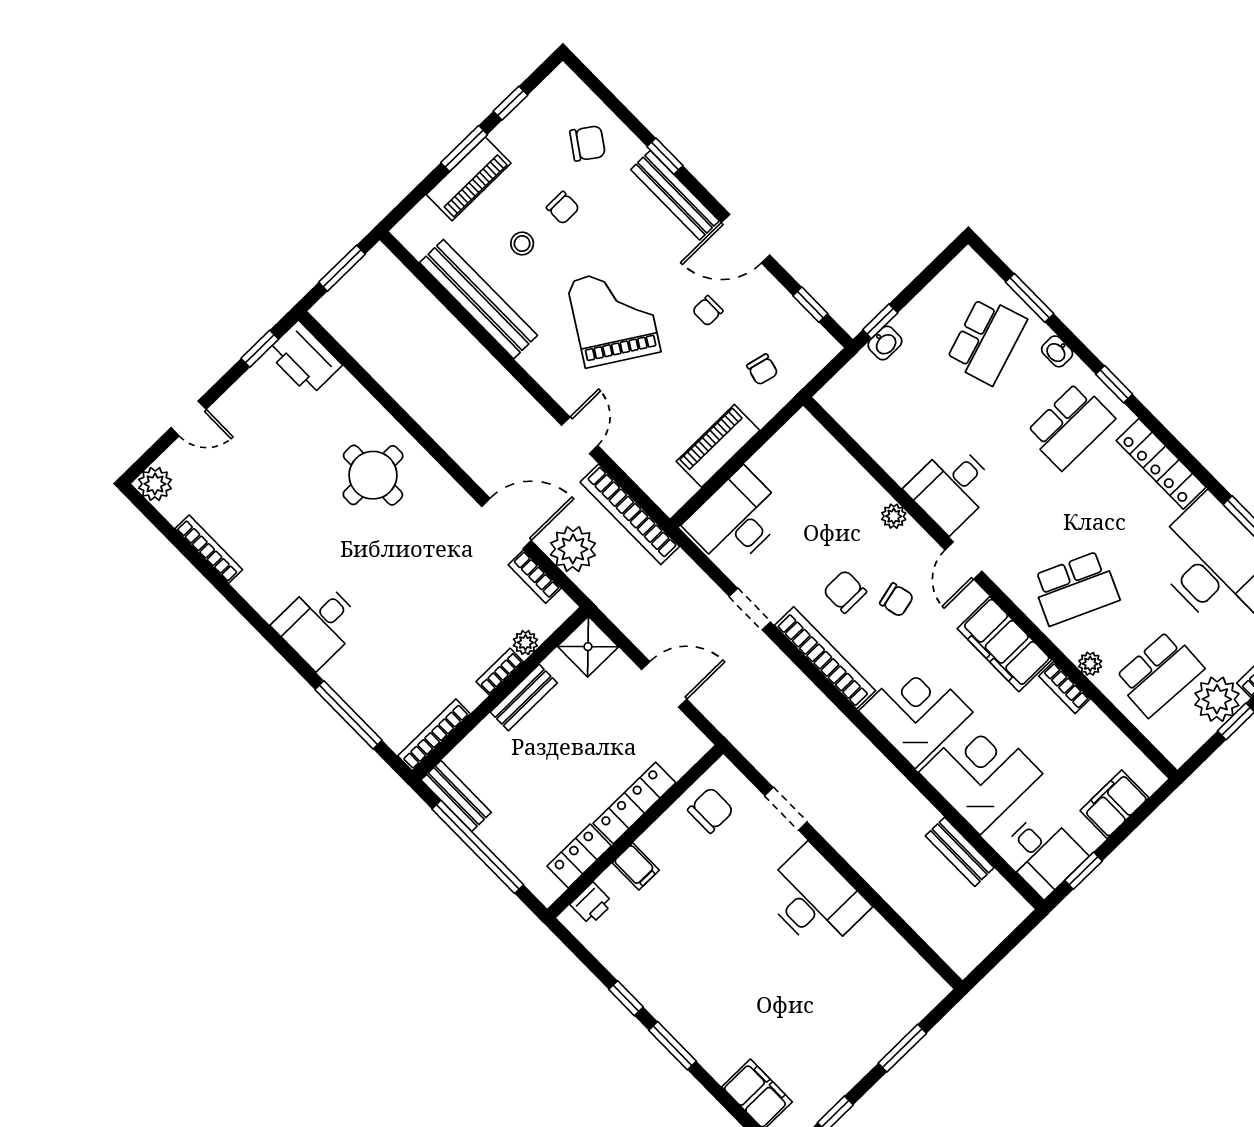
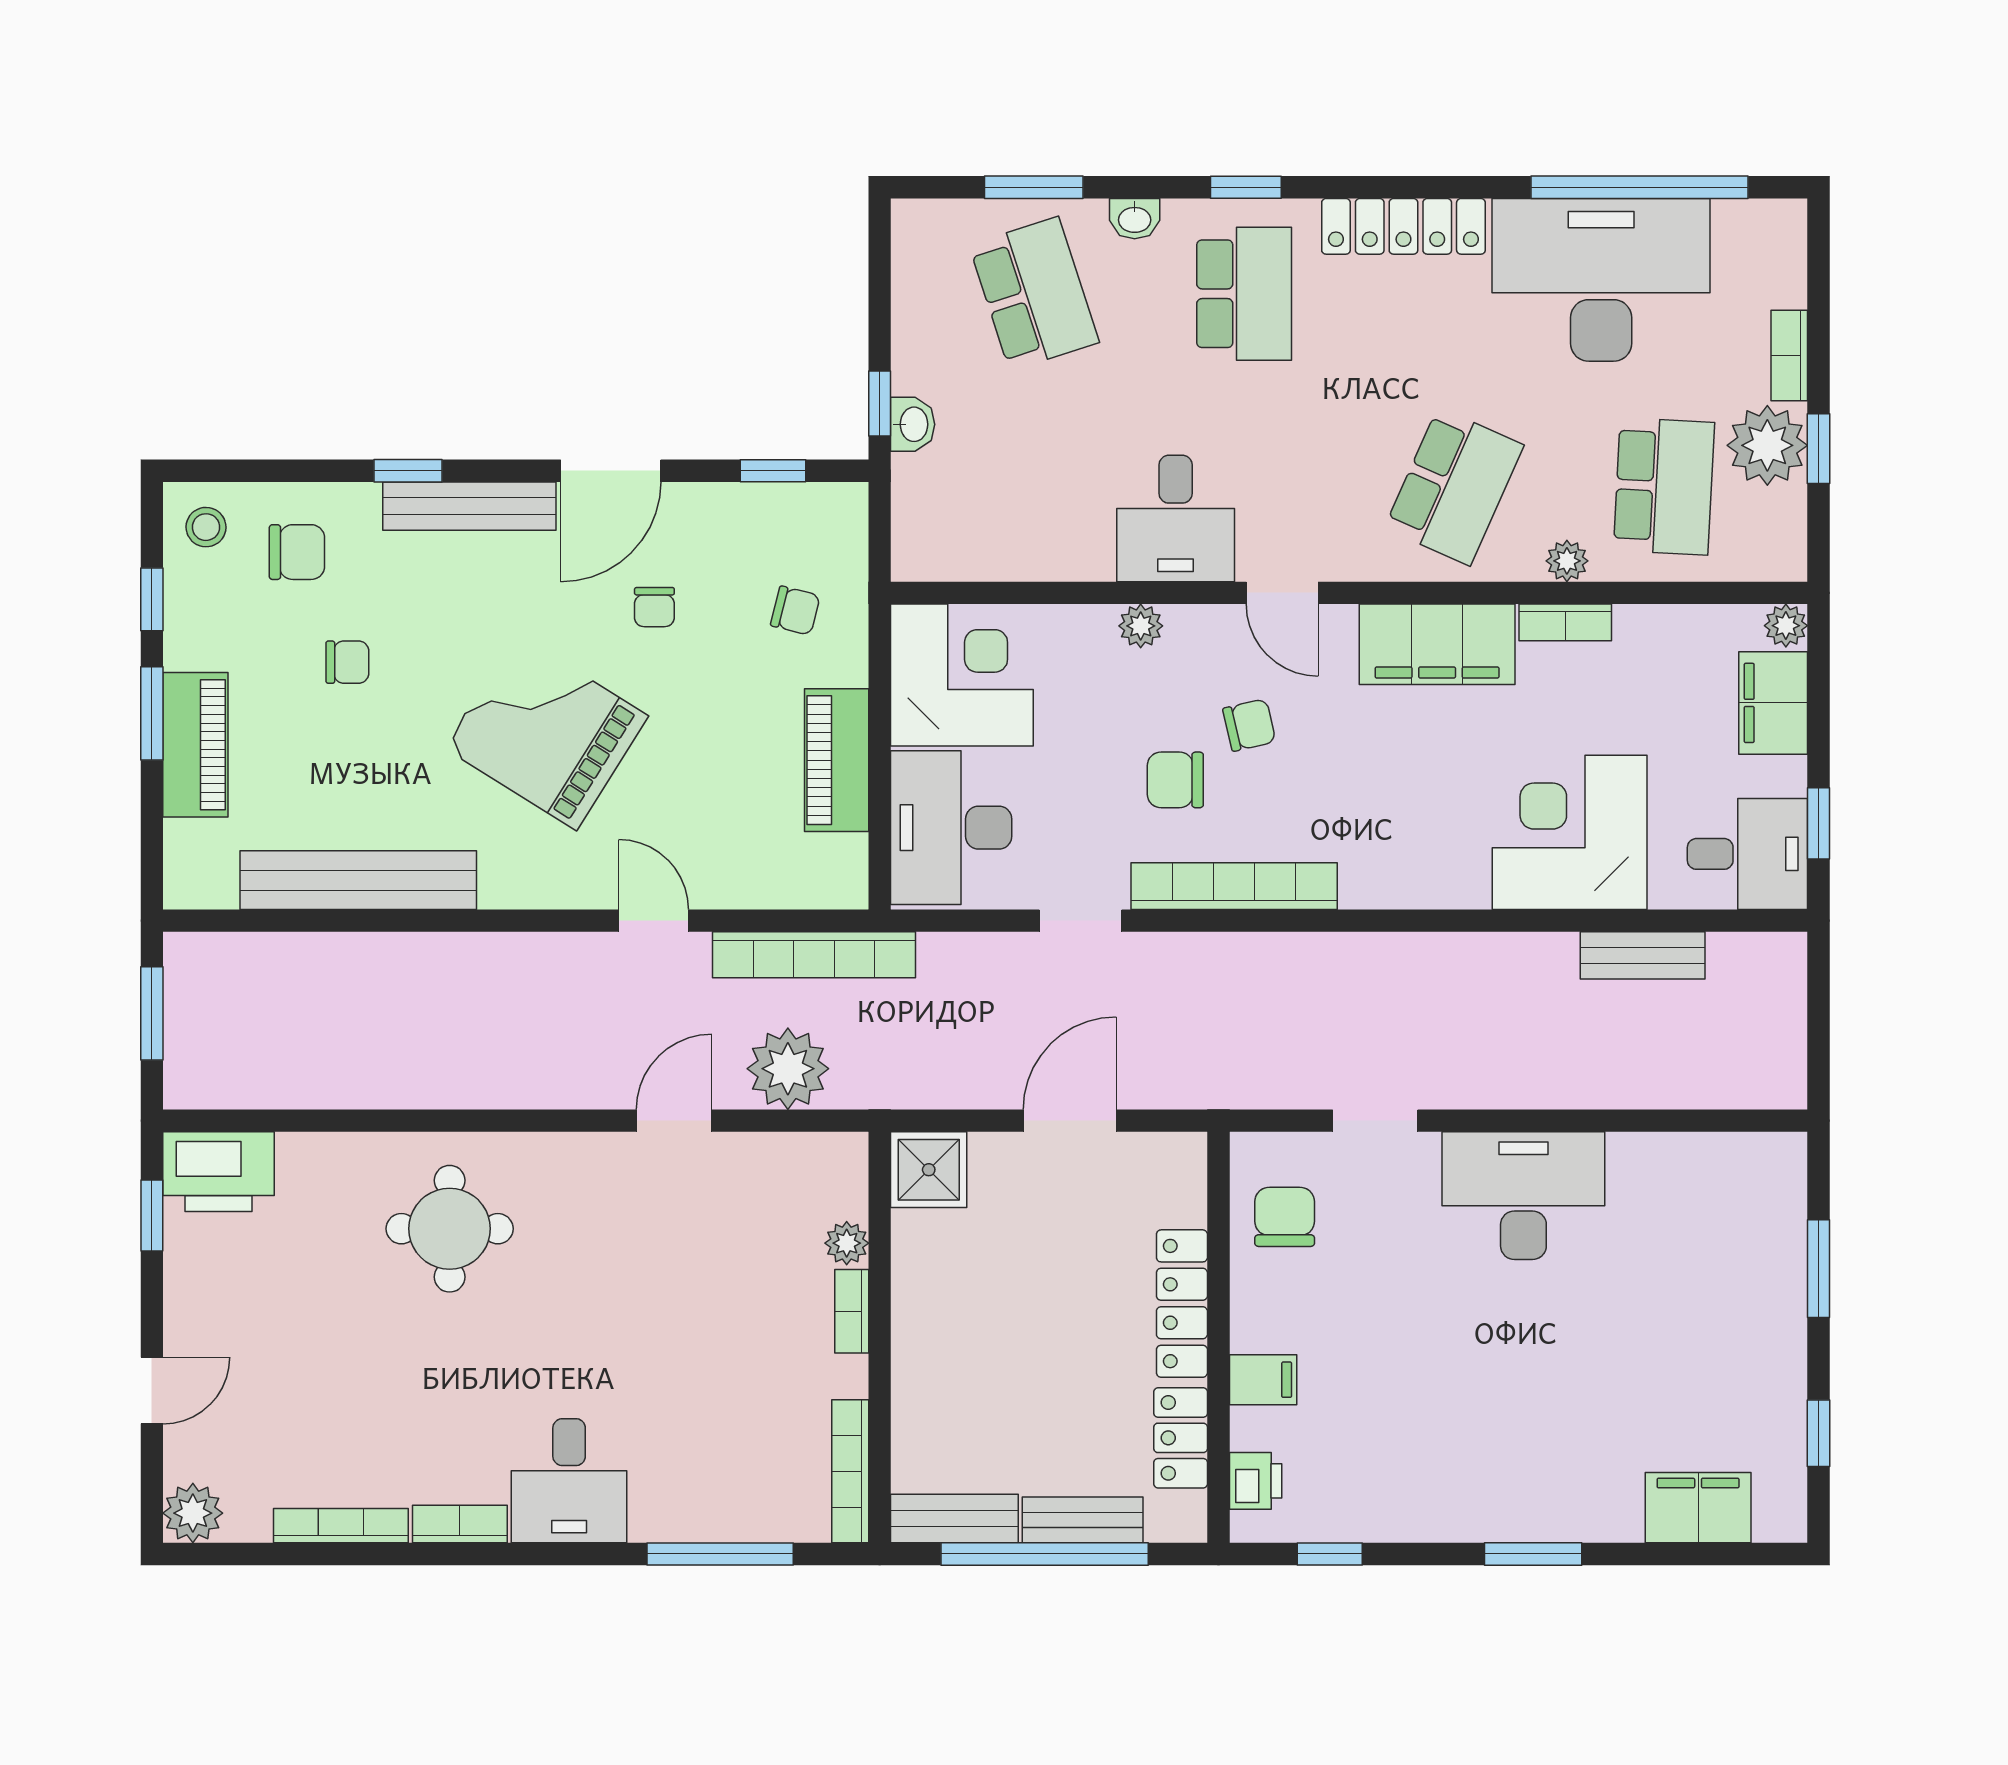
chair: (588, 143) -> (297, 552), turned 55
stool: (522, 244) -> (206, 527), moved
door: (506, 523) -> (674, 1121), width x0.73
bookcase: (535, 577) -> (460, 1524), moved, turned 180
bench: (524, 698) -> (1083, 1520), moved, turned 90
corner desk: (916, 712) -> (962, 675), moved, turned 90
plant: (1151, 779) -> (1786, 626), added
window: (626, 998) -> (1330, 1554), moved

